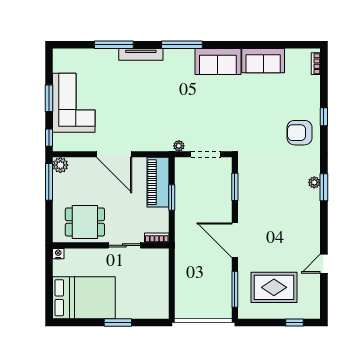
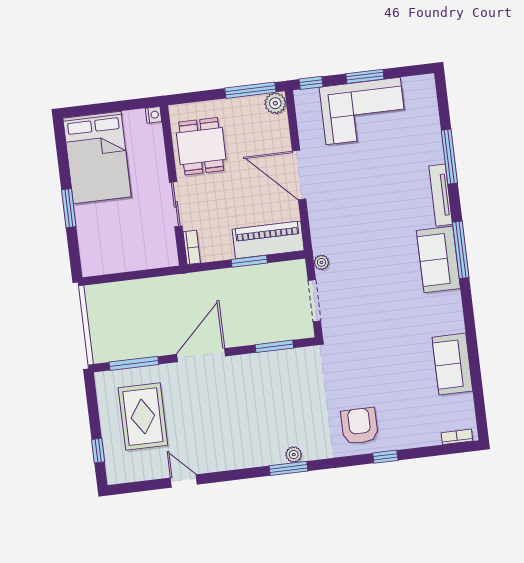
sofa: (218, 62) -> (438, 259), moved
door: (114, 154) -> (299, 175), hinge flipped

